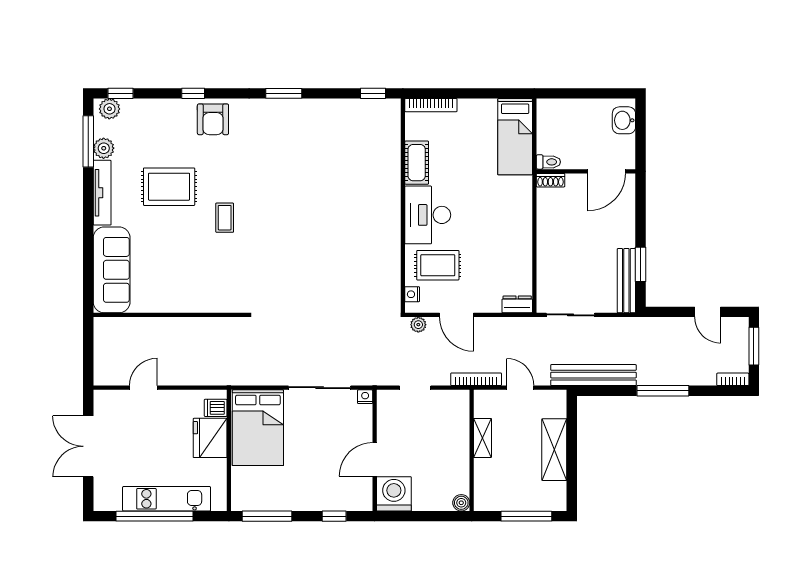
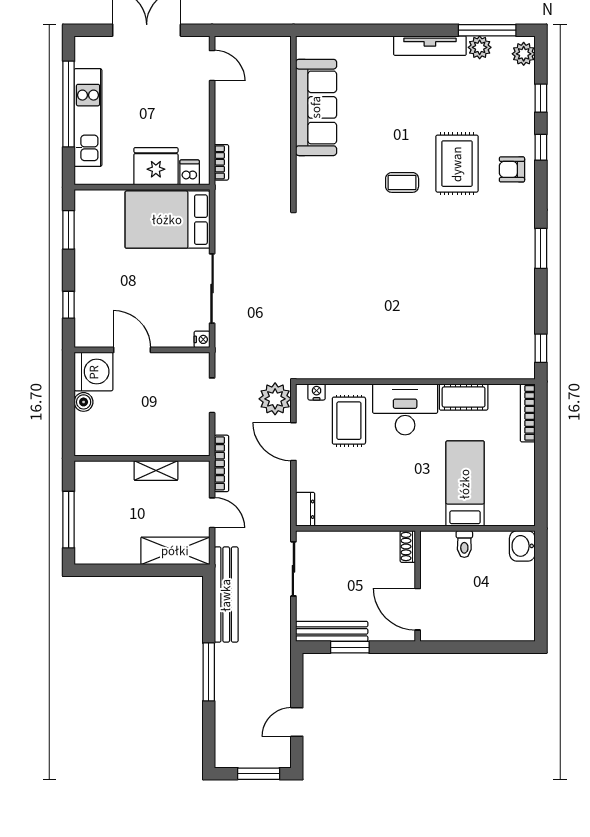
window: (120, 93) -> (541, 98), moved
armchair: (213, 119) -> (512, 169), width x0.72, depth x0.72
washbasin: (624, 120) -> (522, 546), moved, turned -90
bed: (515, 137) -> (465, 484), moved, turned 90
wall: (586, 171) -> (418, 586), moved
door: (607, 171) -> (418, 609), moved
shoe rack: (550, 180) -> (408, 547), moved
rug: (169, 187) -> (457, 164), moved
sofa: (112, 270) -> (316, 107), moved, turned -90
door: (457, 315) -> (293, 442), hinge flipped
plant: (418, 325) -> (275, 399), width x1.87, depth x1.87
bookcase: (733, 379) -> (221, 162), moved
door: (143, 388) -> (212, 66), moved
door: (520, 388) -> (212, 513), hinge flipped
shelving: (554, 450) -> (175, 551), moved
boiler: (461, 503) -> (84, 402), moved
window: (267, 516) -> (69, 230), width x0.69

